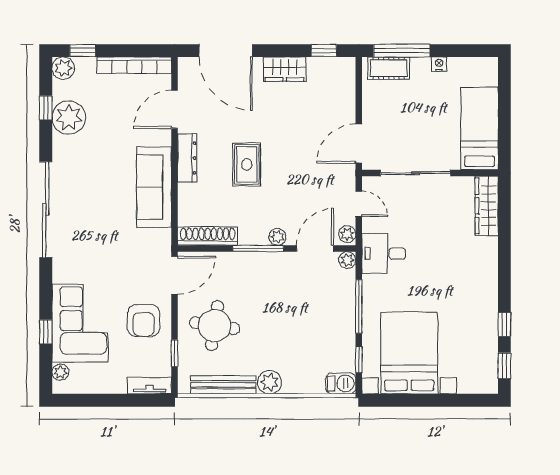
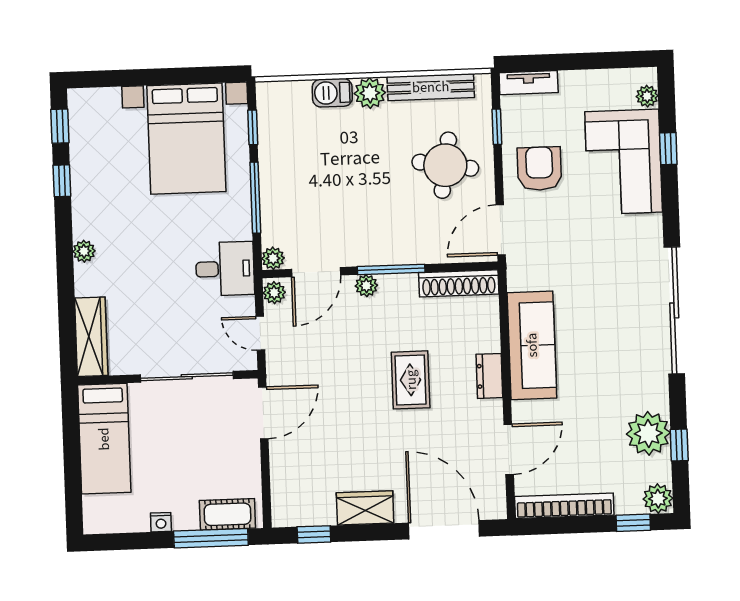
dresser: (187, 158) -> (489, 376), width x0.70
plant: (490, 271) -> (84, 251), added
barbecue: (341, 383) -> (332, 93), moved

